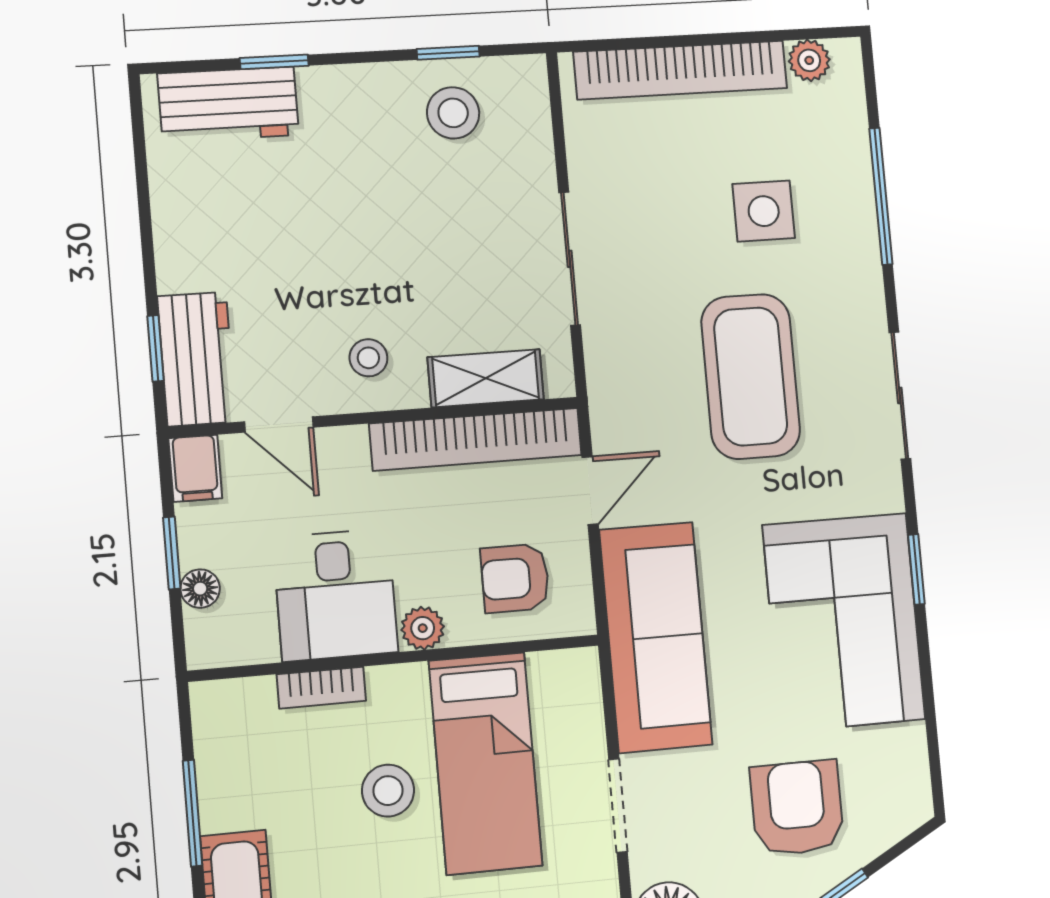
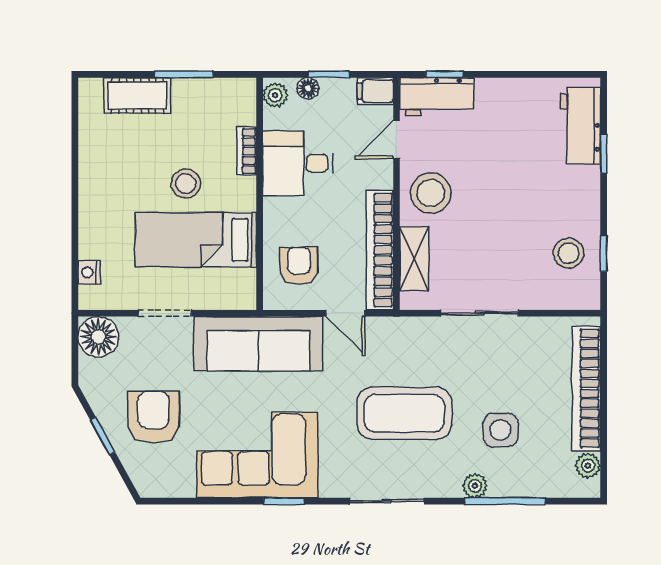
plant: (860, 248) -> (475, 486), added
stool: (368, 358) -> (431, 193), width x1.89, depth x1.89
plant: (423, 628) -> (275, 95), moved
armchair: (797, 808) -> (153, 417), turned -90

